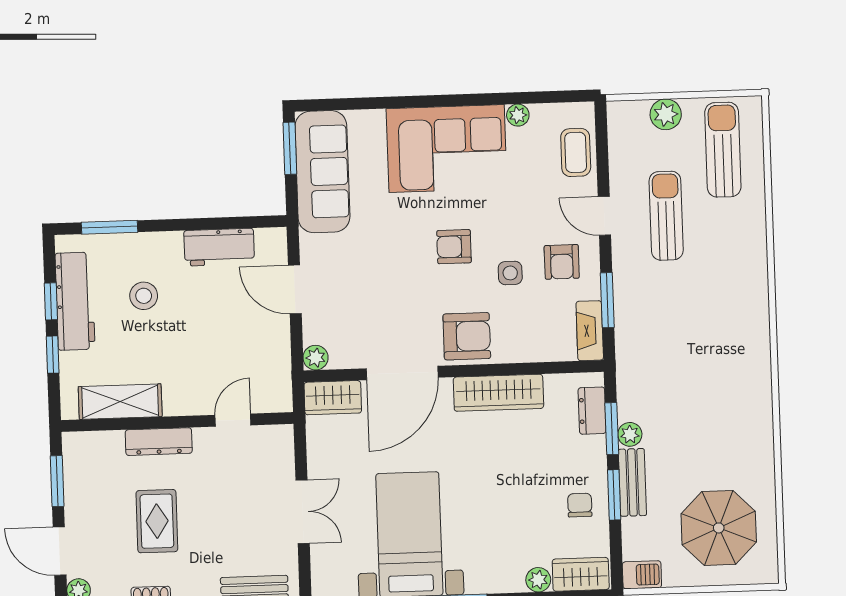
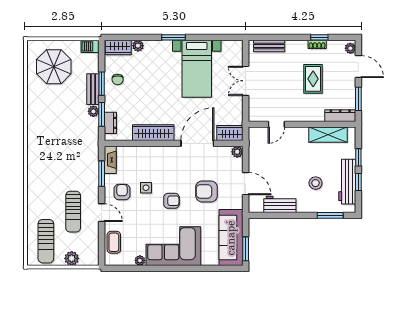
armchair: (467, 336) -> (206, 191), moved
dresser: (159, 442) -> (340, 116), moved

